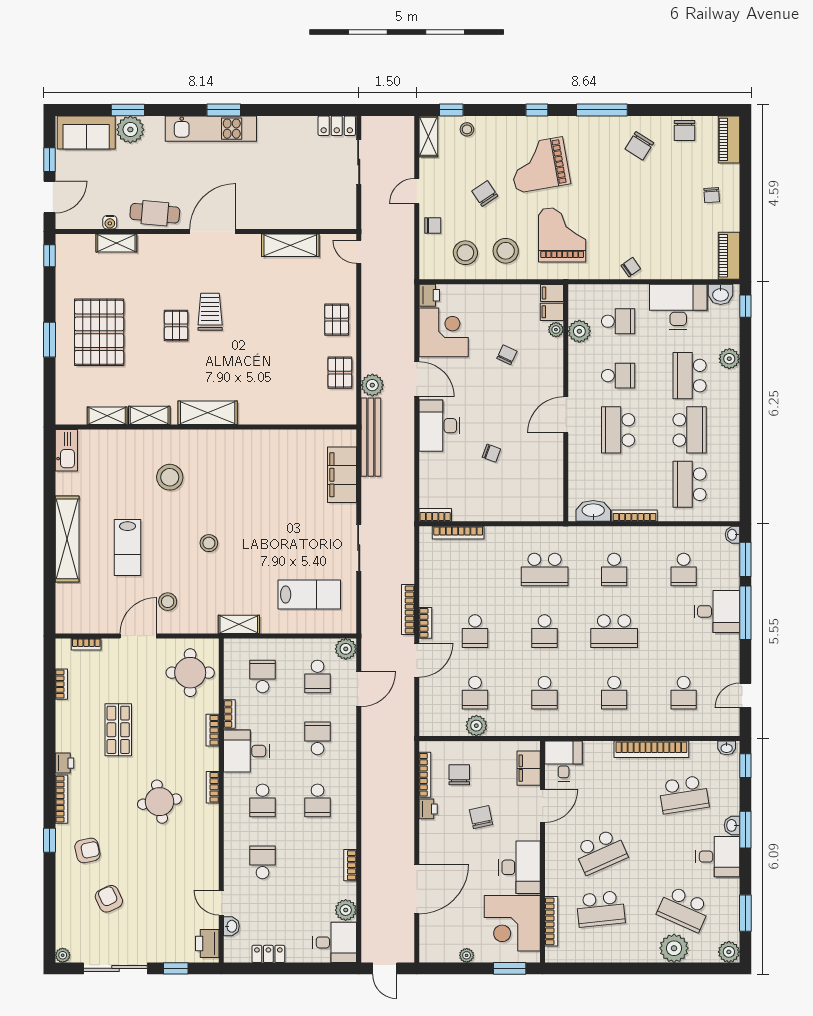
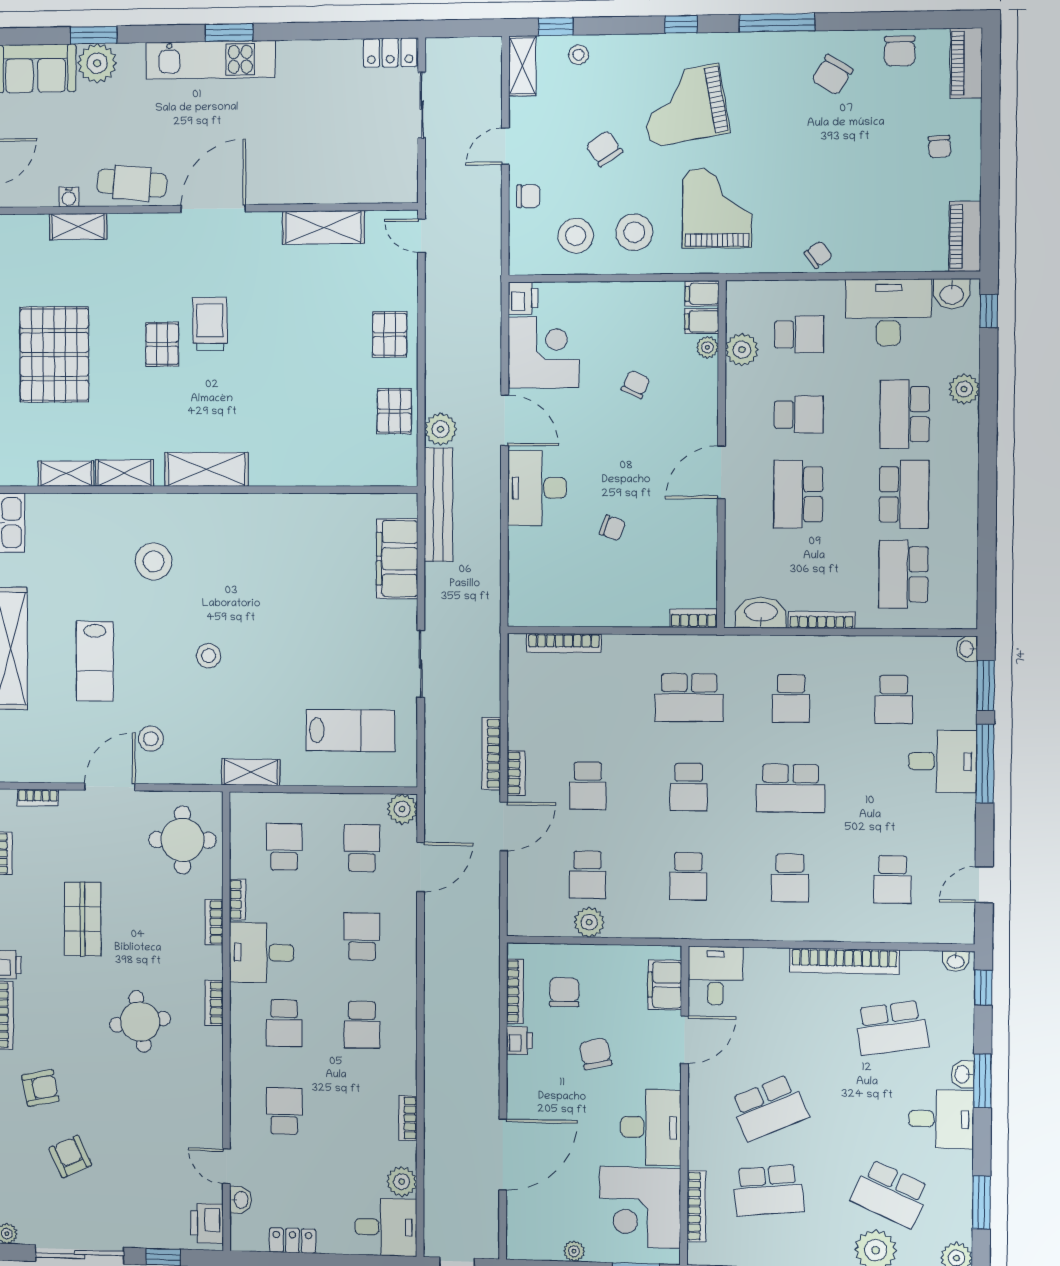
bookcase: (435, 515) -> (694, 618), moved
school desk: (318, 676) -> (362, 848), turned 180

